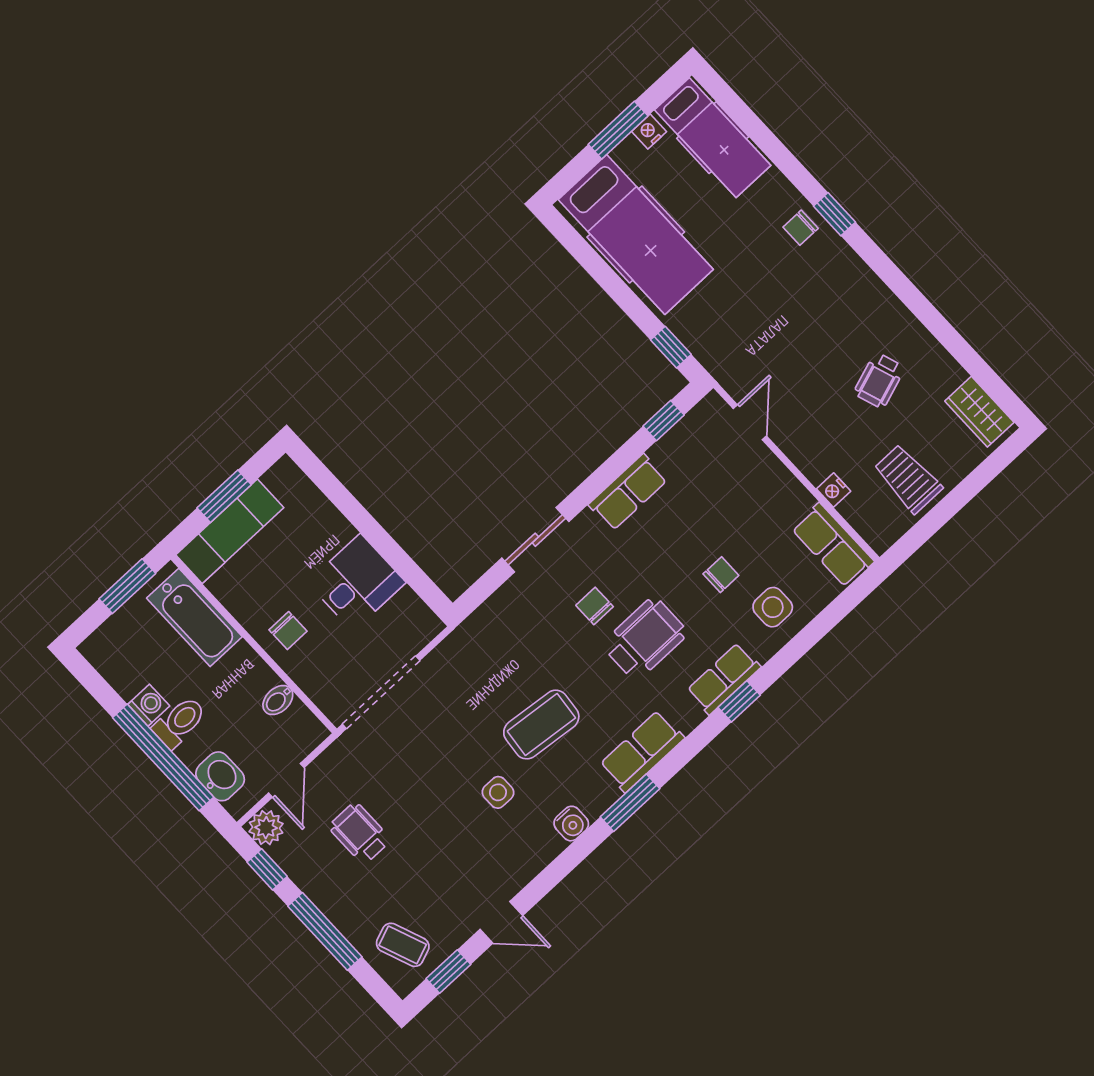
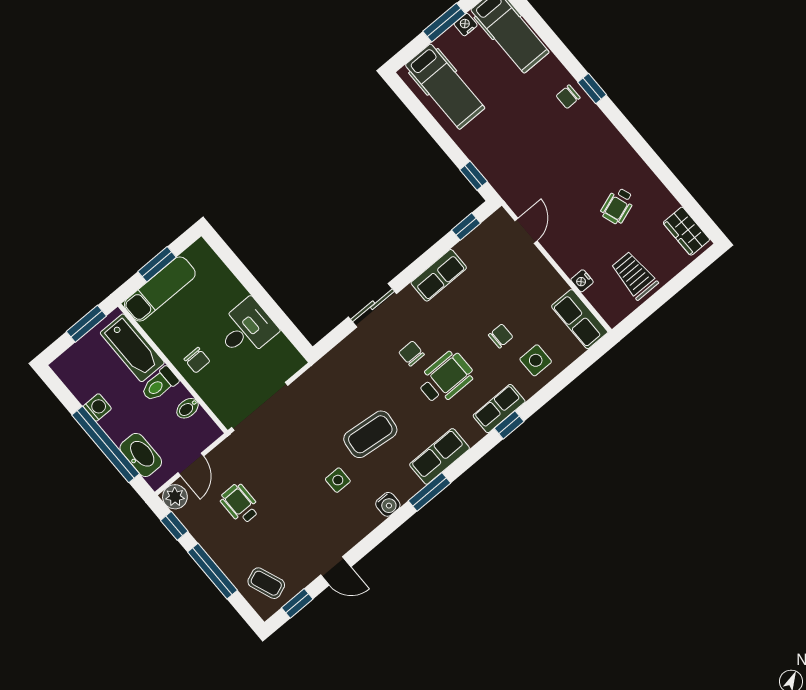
hospital bed: (636, 235) -> (445, 86), width x0.73, depth x0.78
toilet: (179, 722) -> (159, 384), moved, turned 180
washbasin: (220, 776) -> (141, 455), width x1.38

